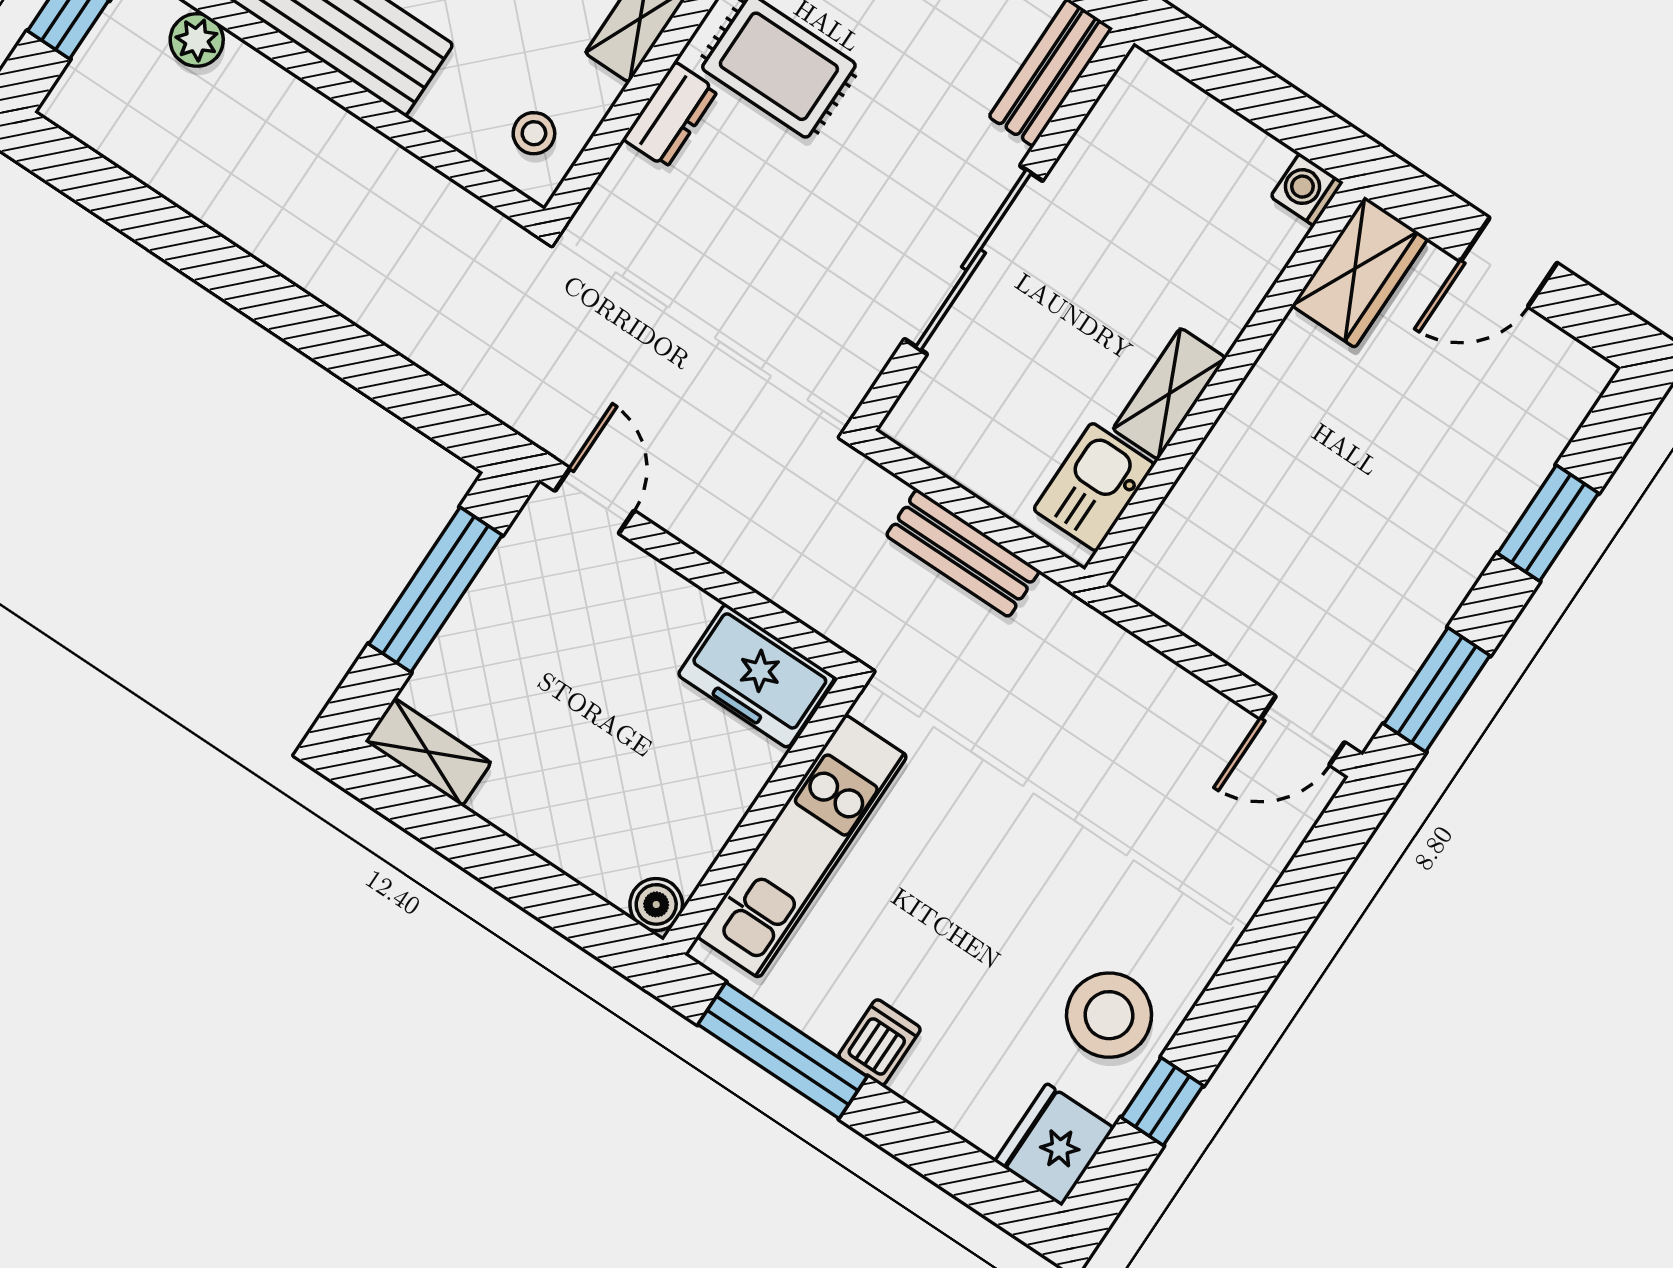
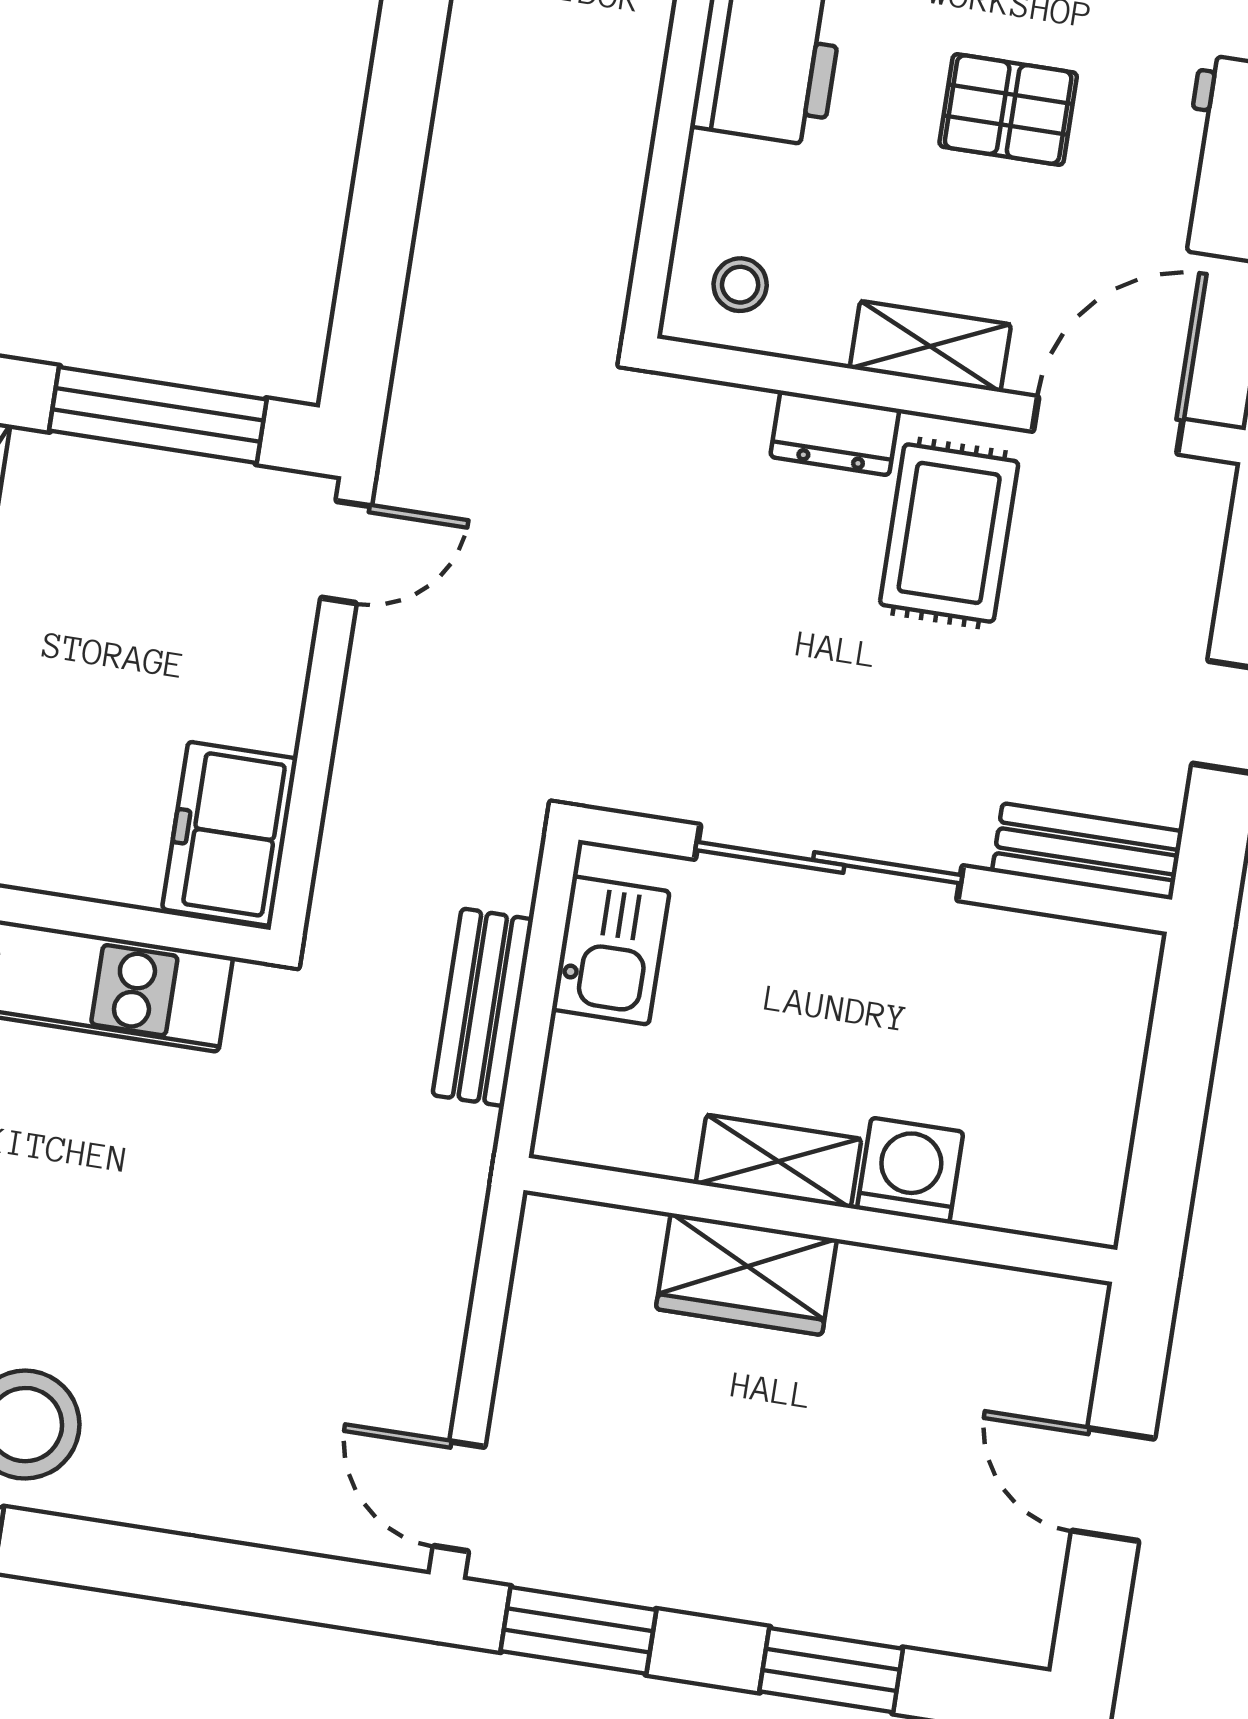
washing machine: (1307, 190) -> (910, 1171), moved, width x1.38, depth x1.38
wardrobe: (1360, 272) -> (746, 1274), moved
kitchen sink: (1094, 487) -> (611, 950), moved, turned 90

